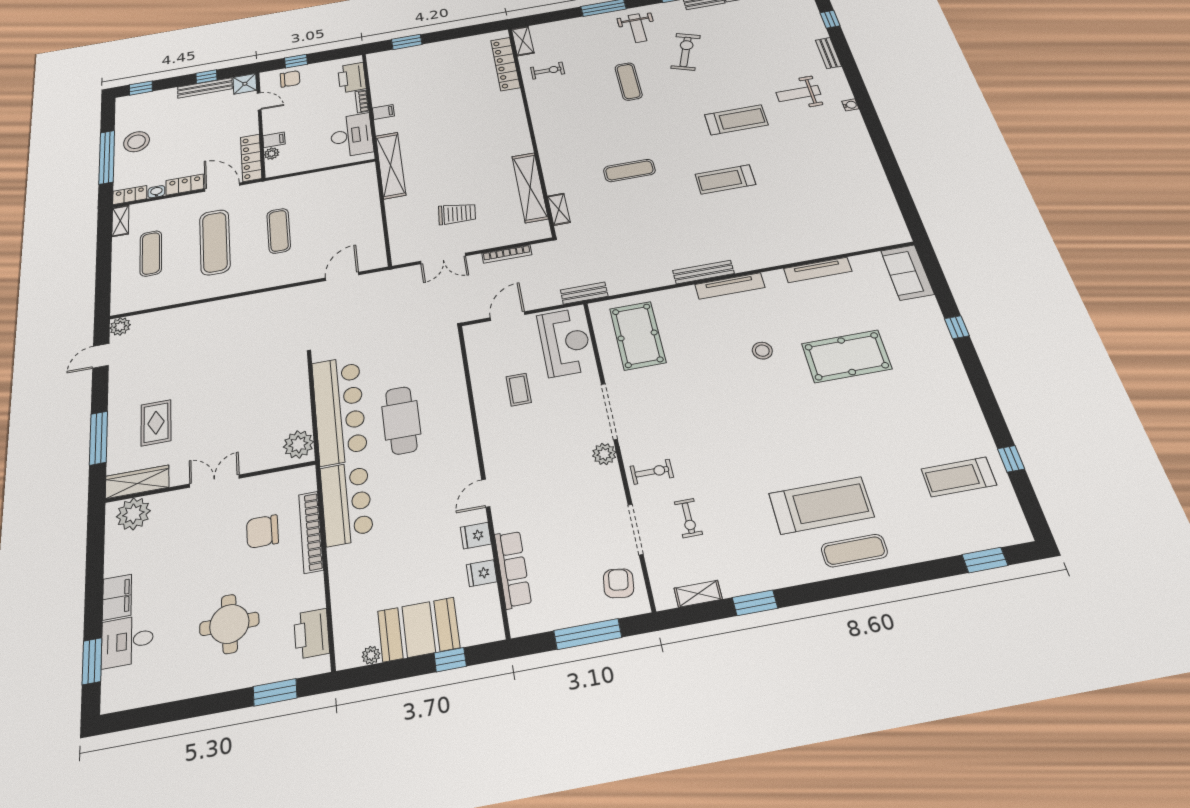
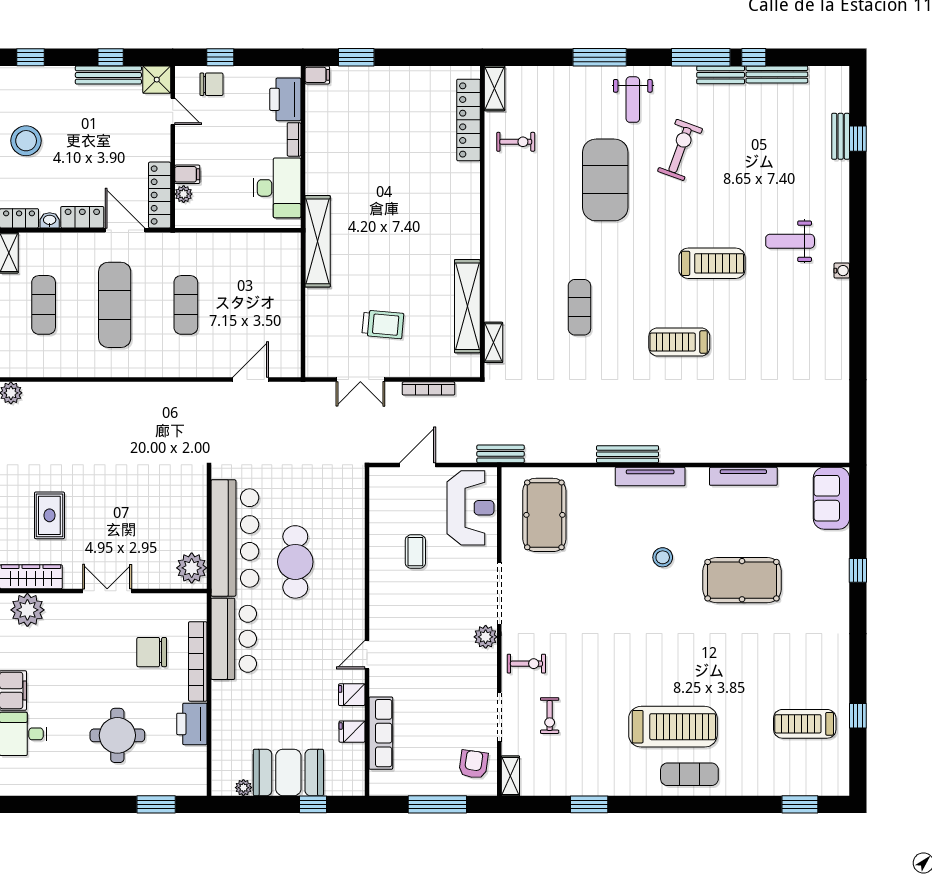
bench: (828, 53) -> (841, 136), moved
exercise mat: (629, 81) -> (605, 180), width x2.00, depth x1.45
filing cabinet: (383, 112) -> (317, 75), moved
exercise mat: (629, 170) -> (579, 307), turned 90
shelving: (698, 594) -> (510, 776), moved, turned 90
printer: (312, 633) -> (192, 724), moved

